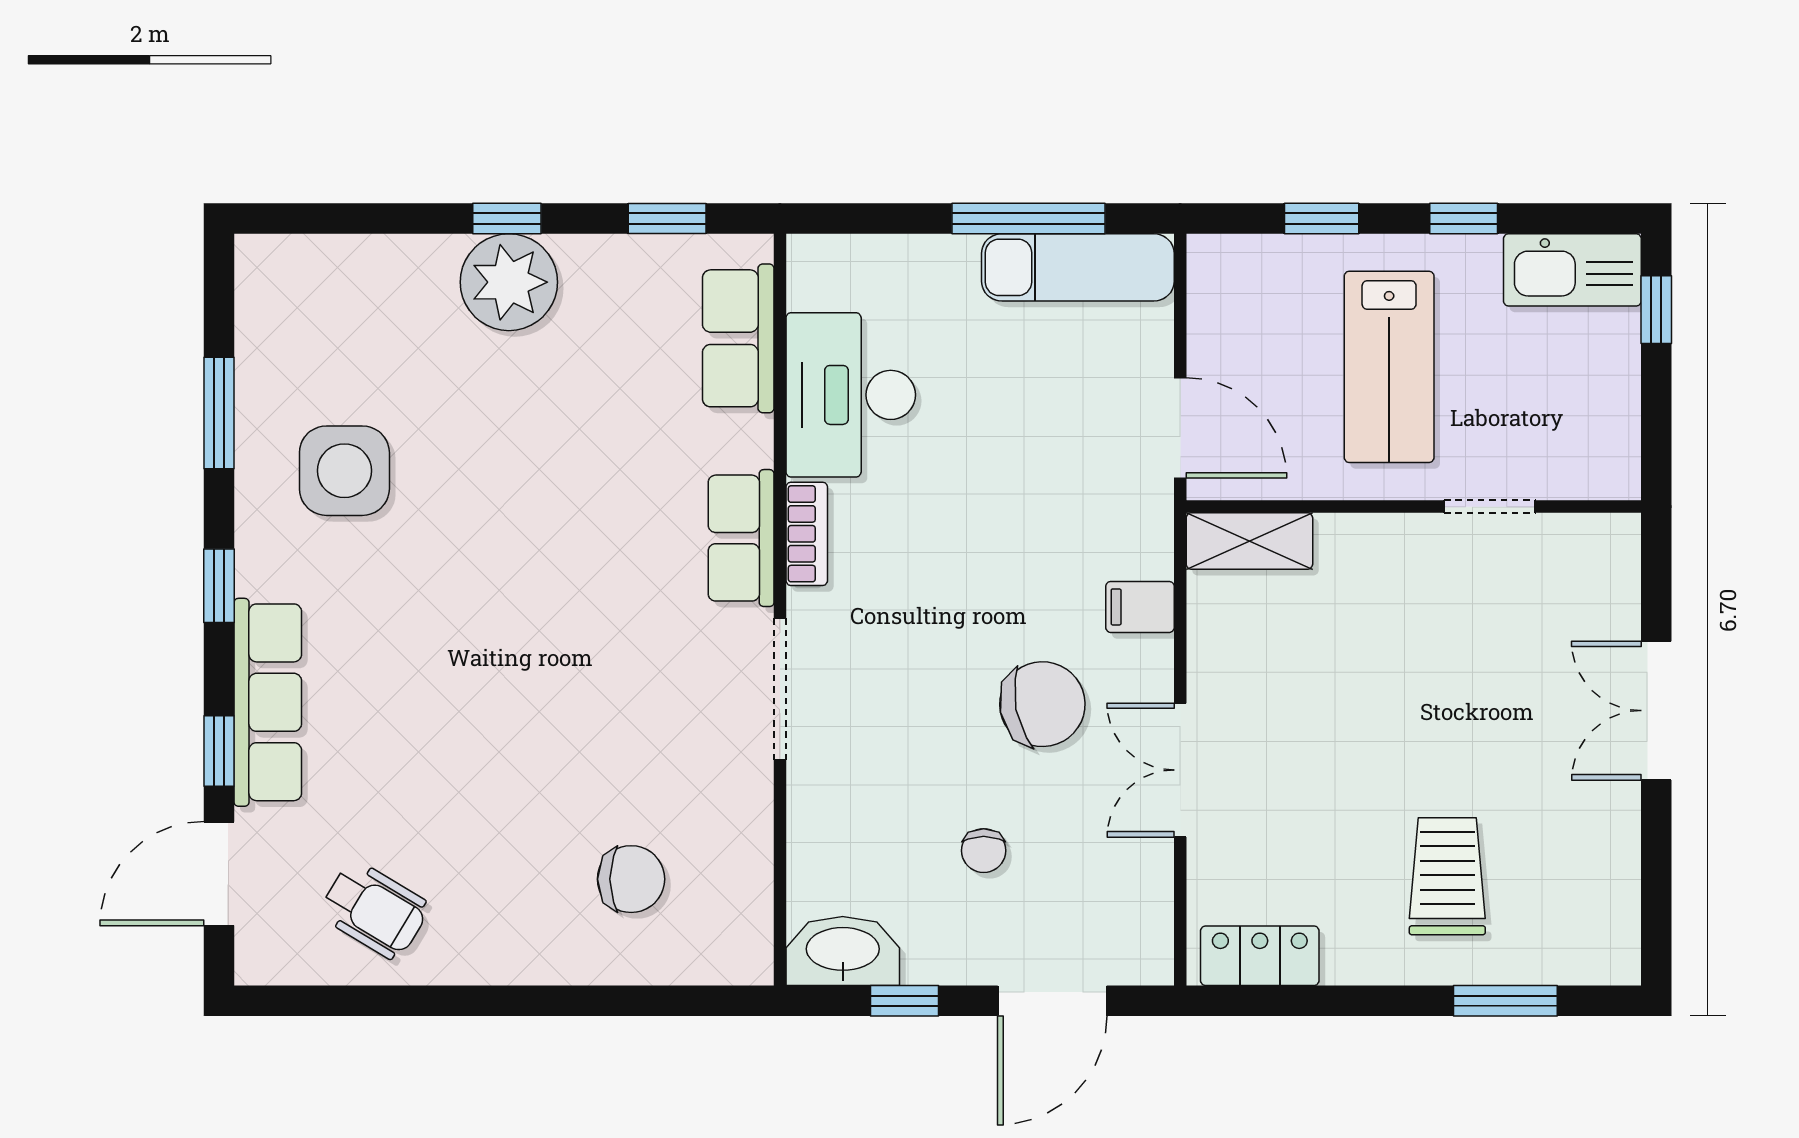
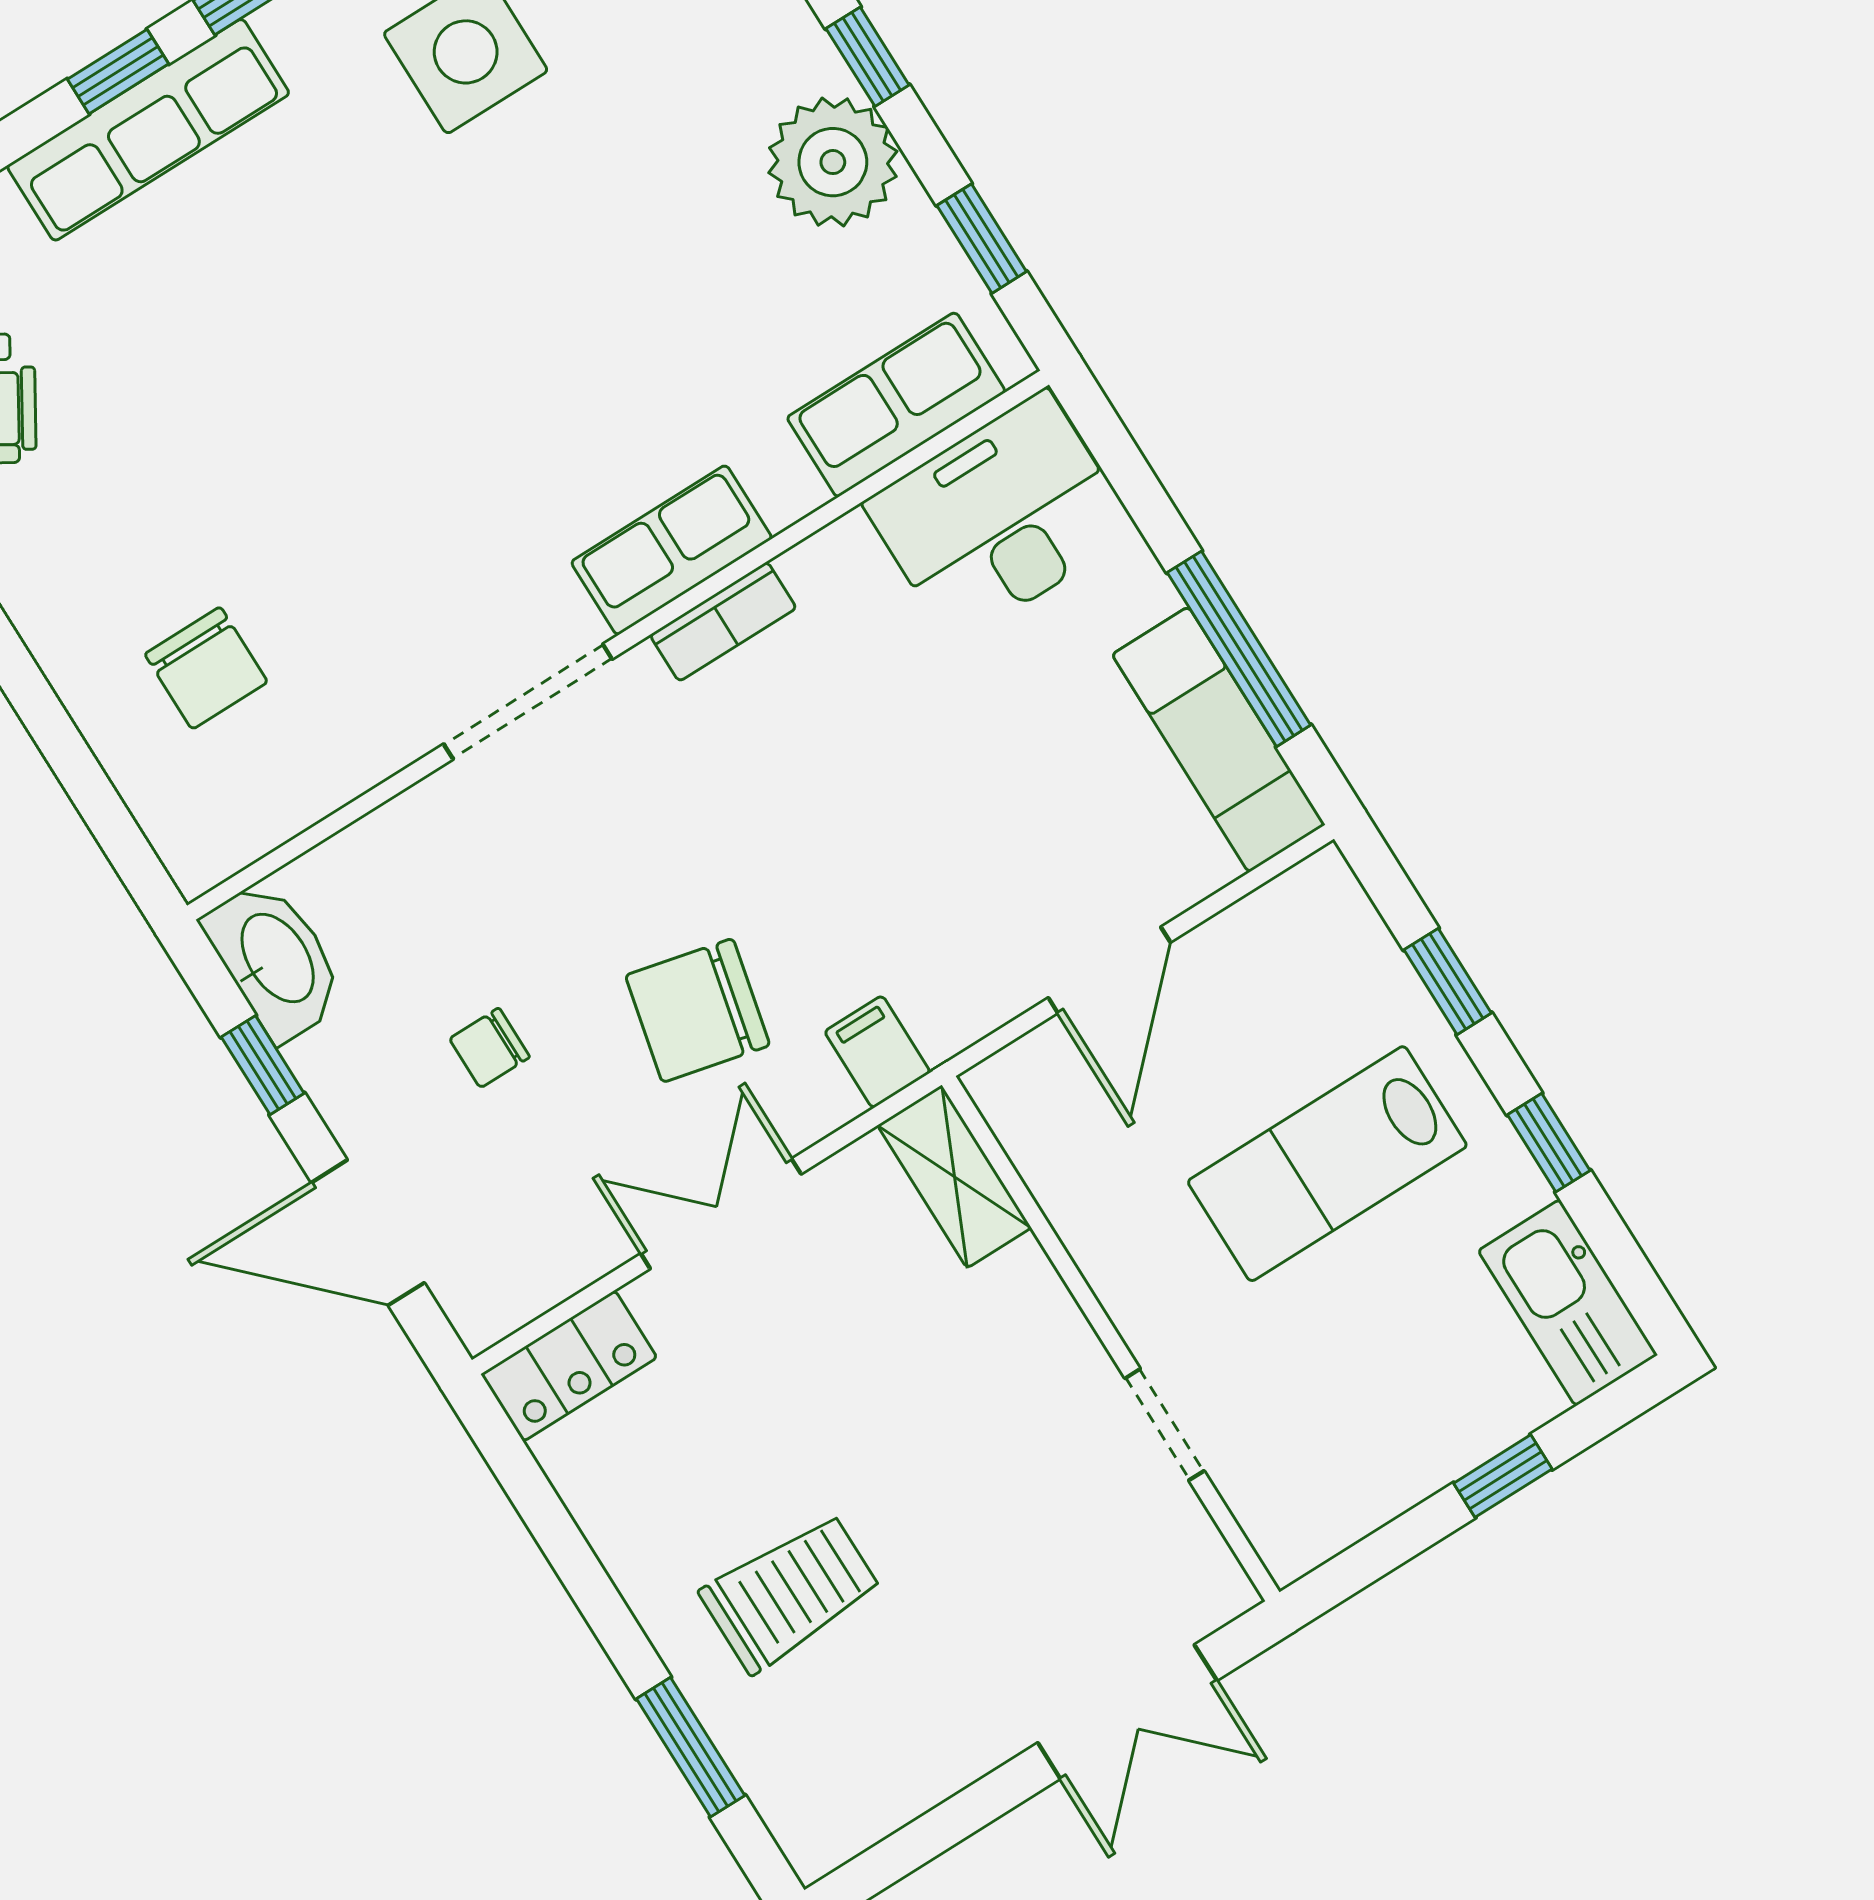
plant: (509, 282) -> (833, 162), moved
window: (1656, 310) -> (1503, 1476), moved
desk: (851, 395) -> (1000, 518), moved
wall: (1414, 507) -> (1111, 1339), moved
doorway: (1489, 507) -> (1164, 1425), moved
shelving: (1249, 541) -> (954, 1177), moved
chair: (1042, 704) -> (698, 1010), turned 114
double door: (1656, 711) -> (1127, 1712), swing flipped
window: (219, 751) -> (118, 72), moved
locker: (1260, 956) -> (569, 1366), moved, turned 90

